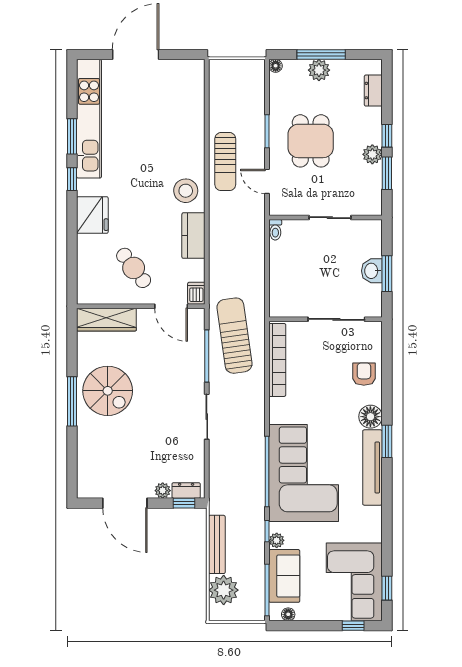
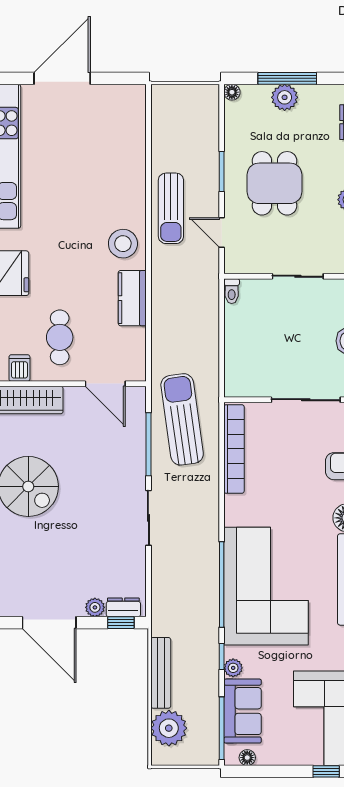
cafe table: (134, 268) -> (60, 337), turned 37
dishwasher: (196, 293) -> (19, 368), moved

